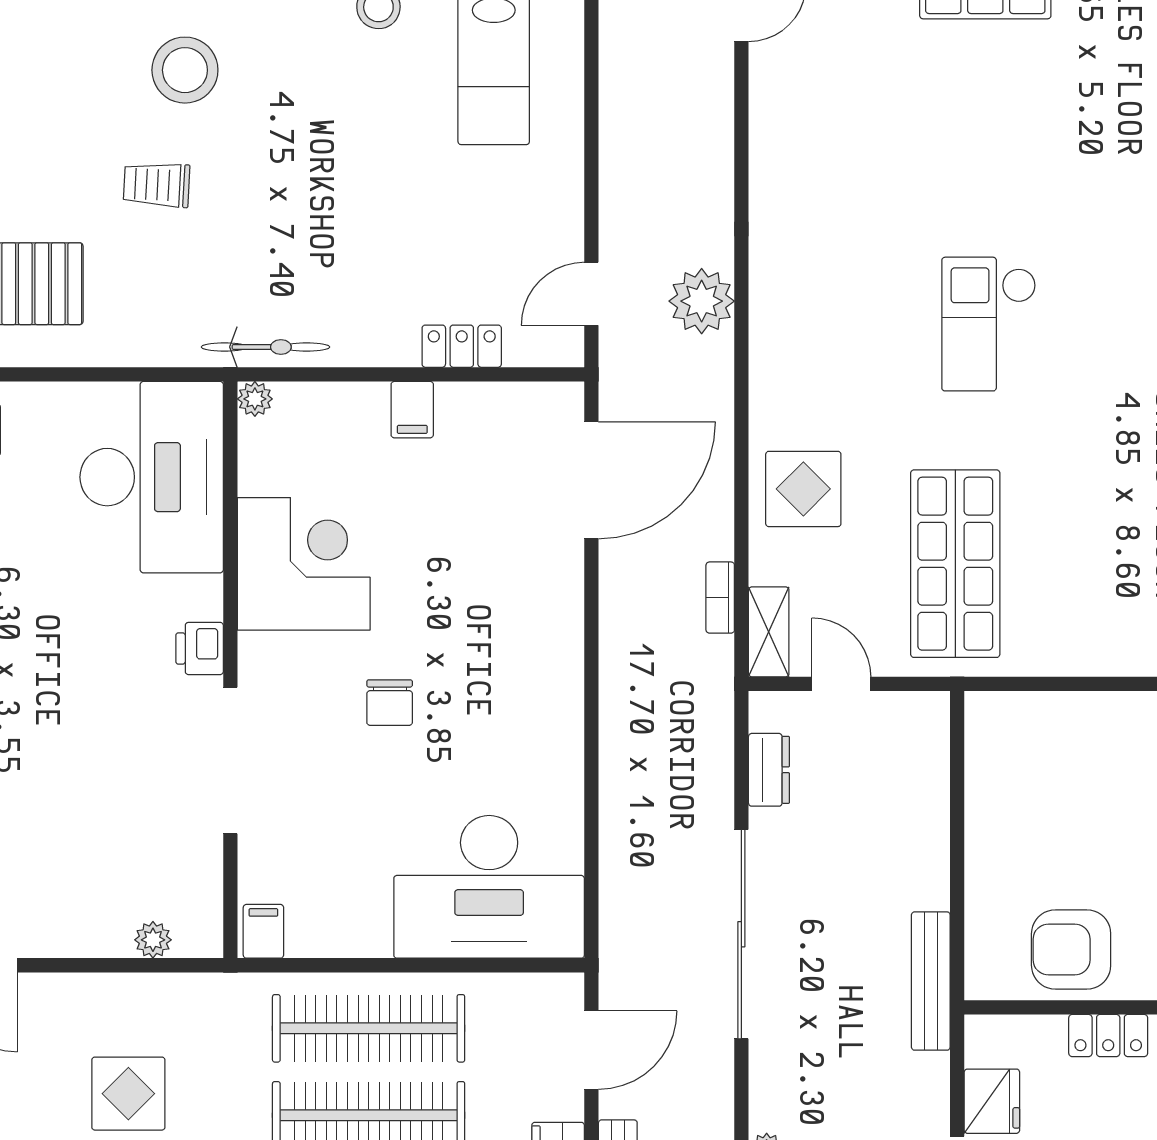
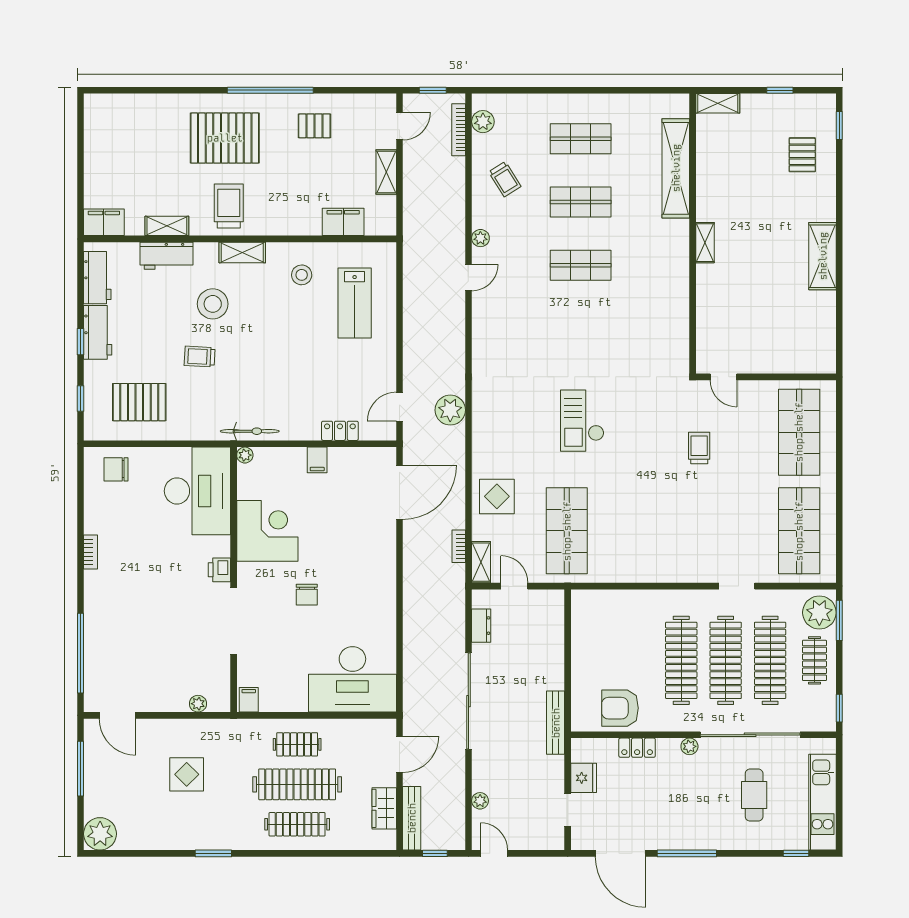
clothes rail: (369, 1028) -> (297, 744), width x0.54, depth x0.76

